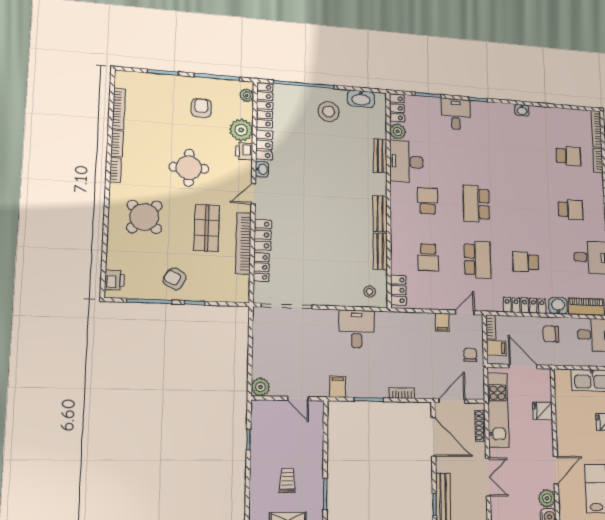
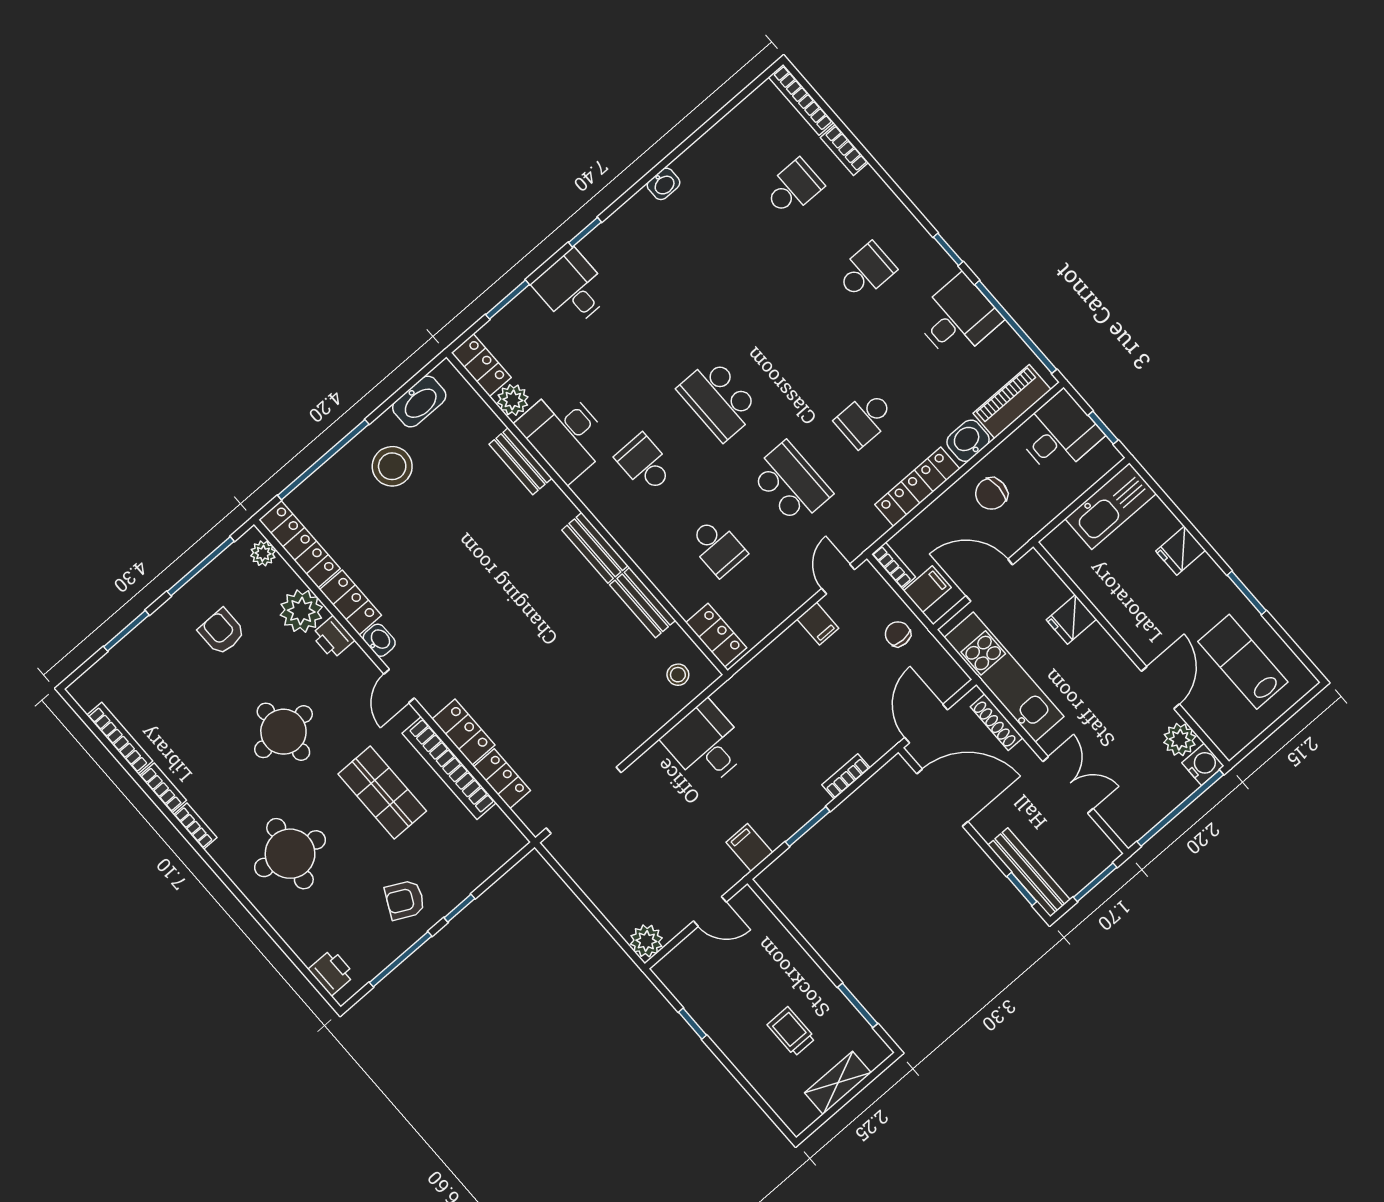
round table: (144, 217) -> (290, 854), turned -31

